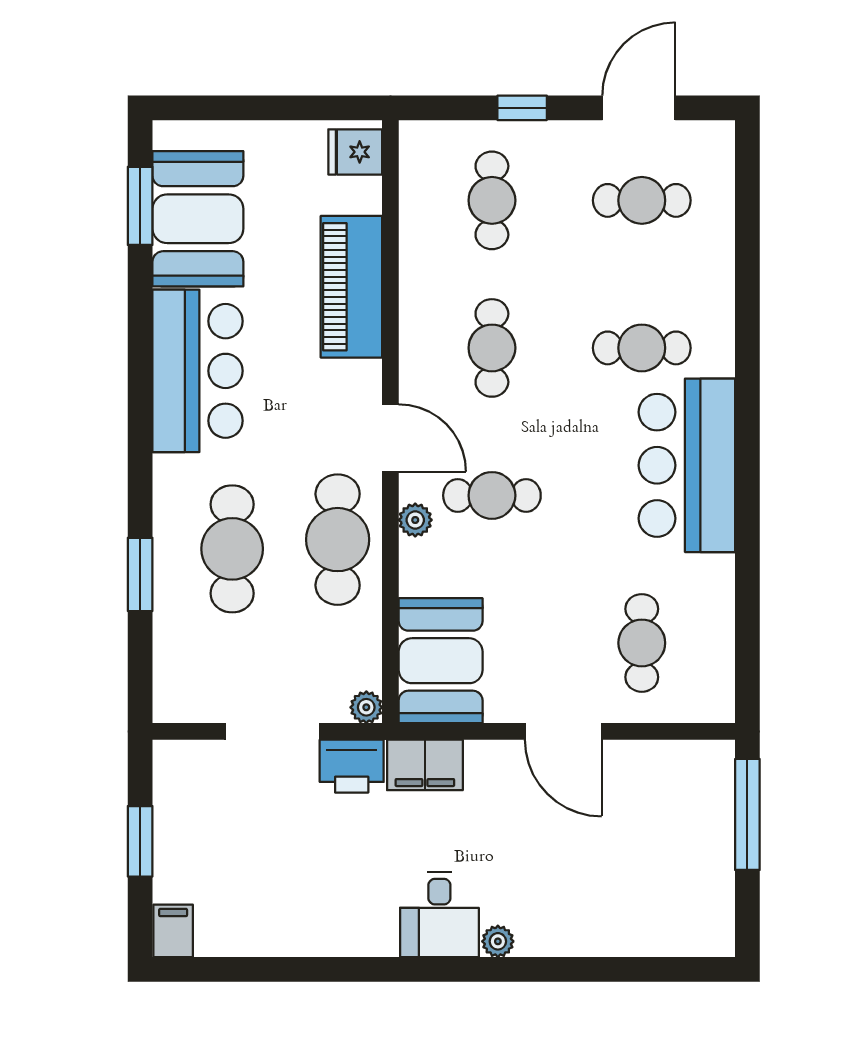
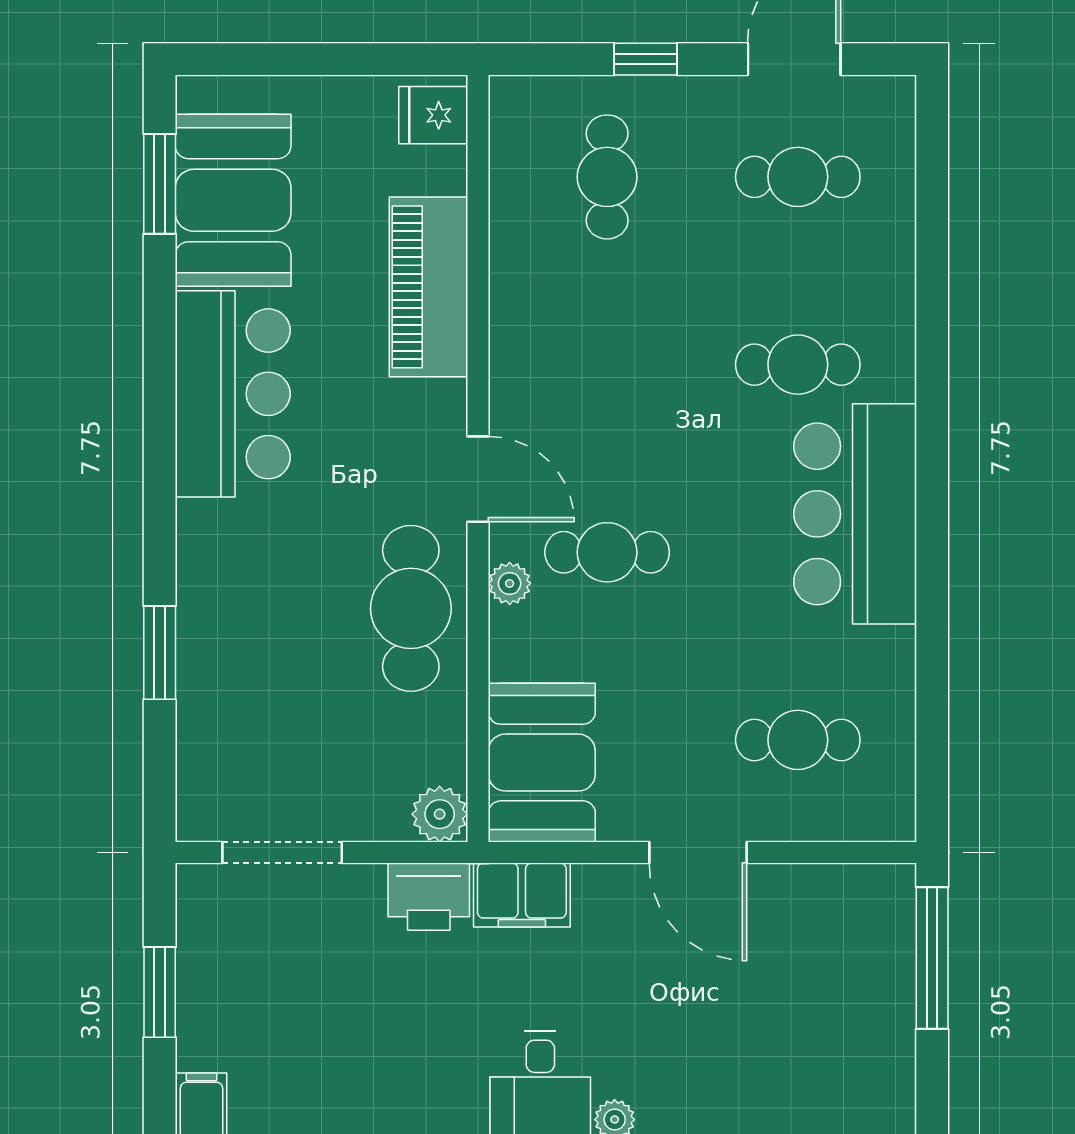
cafe table: (492, 348) -> (607, 365), removed
cafe table: (232, 549) -> (277, 620), removed
cafe table: (642, 643) -> (798, 740), turned 90
plant: (366, 707) -> (440, 814), width x1.38, depth x1.38
doorway: (272, 731) -> (282, 852), moved

